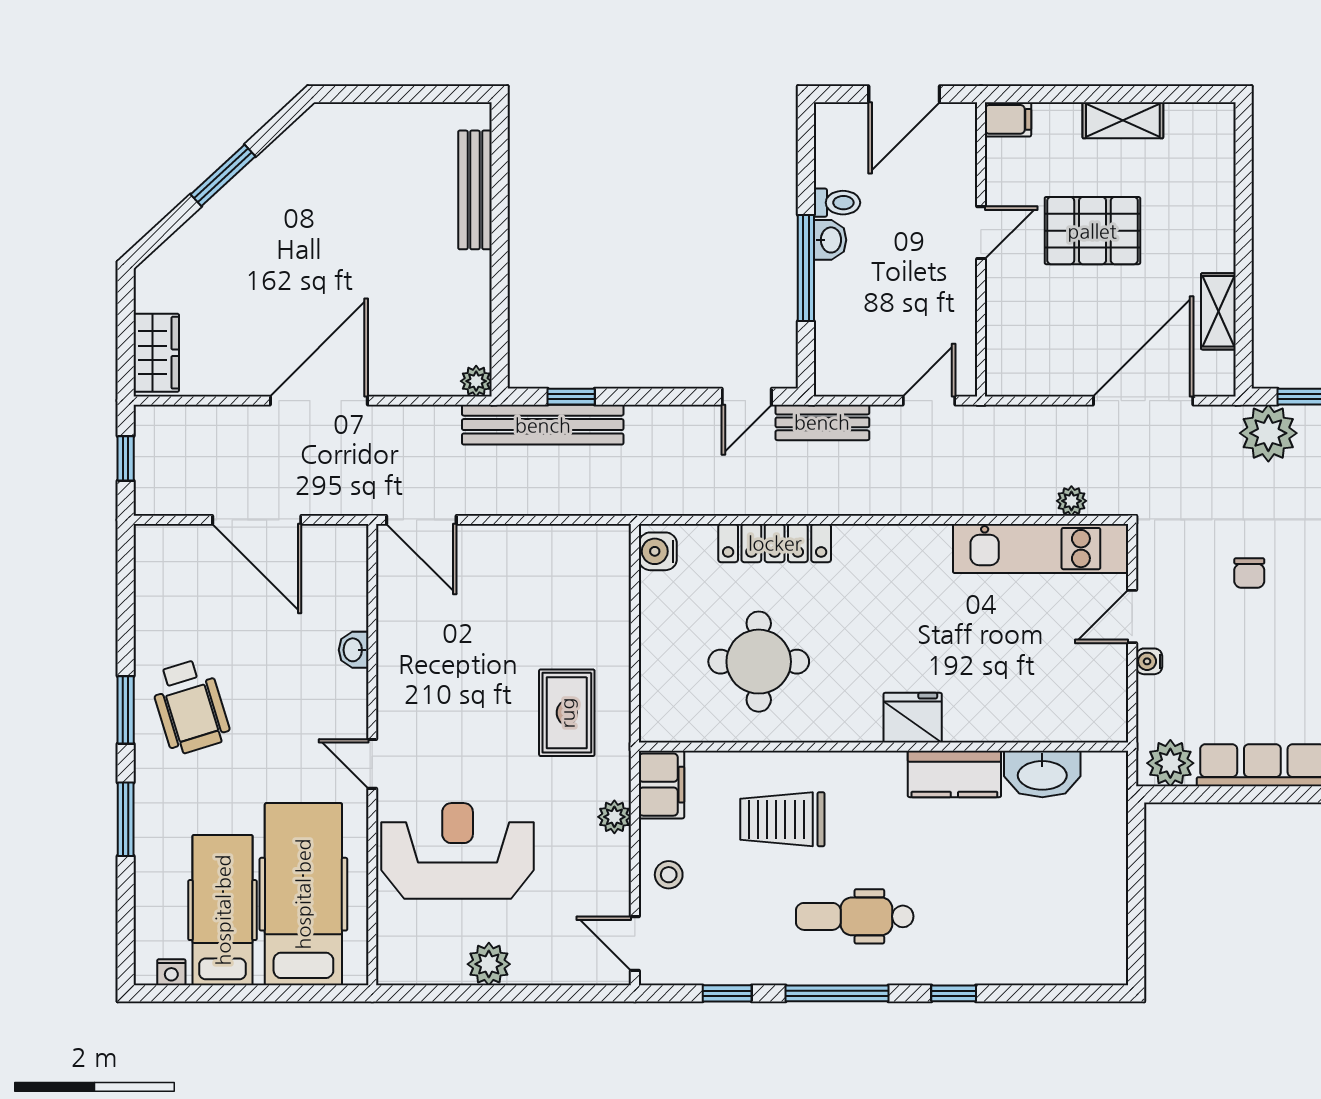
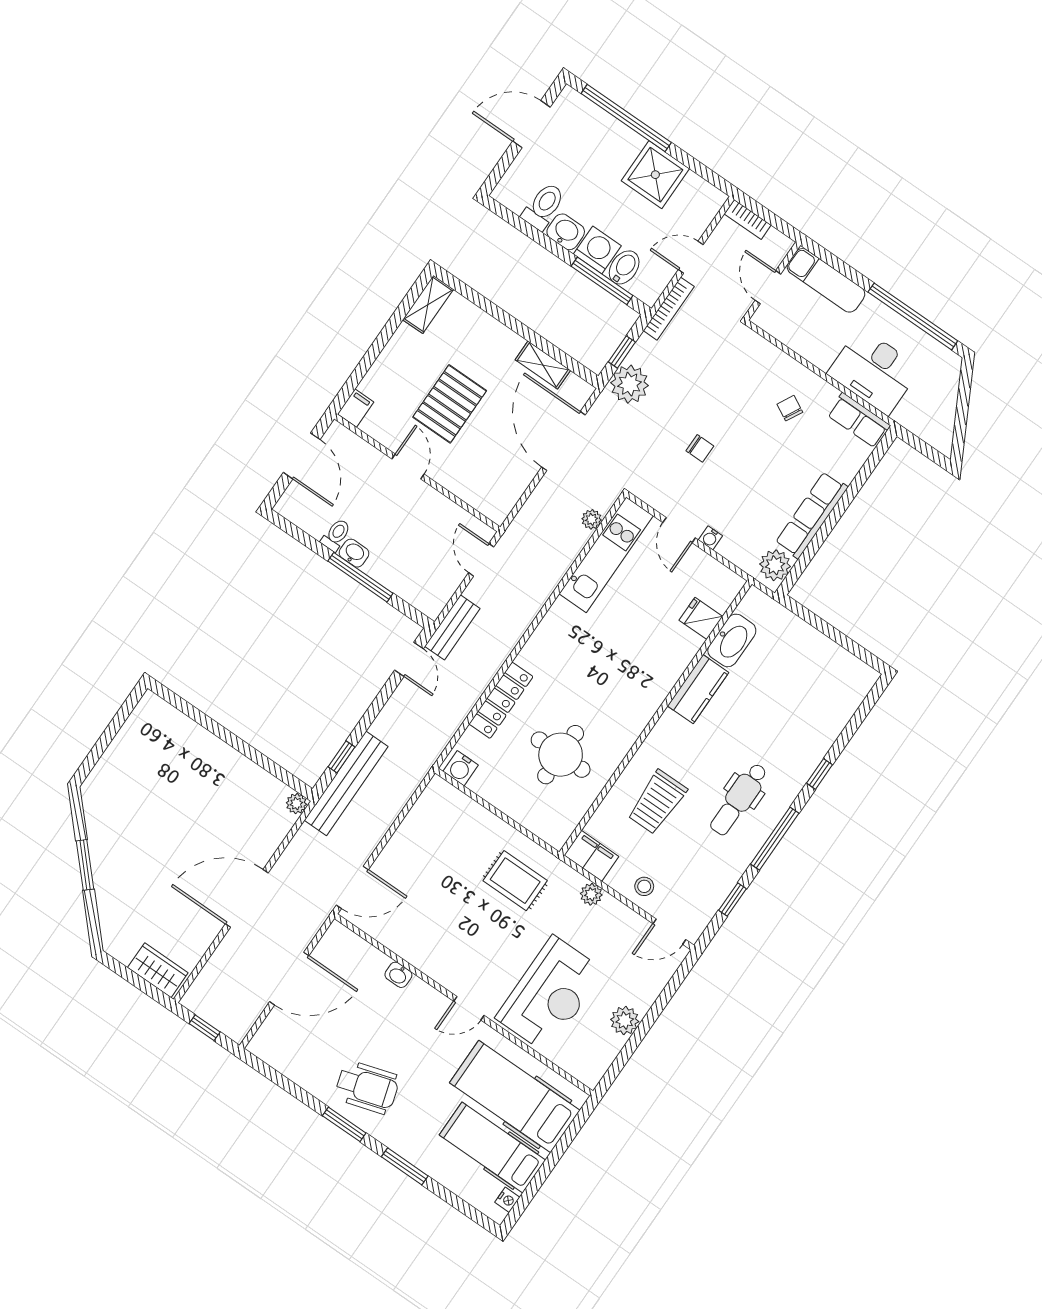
shelving: (1123, 120) -> (428, 304), moved
bench: (475, 190) -> (190, 731), removed
door: (319, 401) -> (247, 898), hinge flipped
fridge: (913, 718) -> (701, 618), moved, width x0.72
reception desk: (458, 851) -> (550, 994), turned 180

